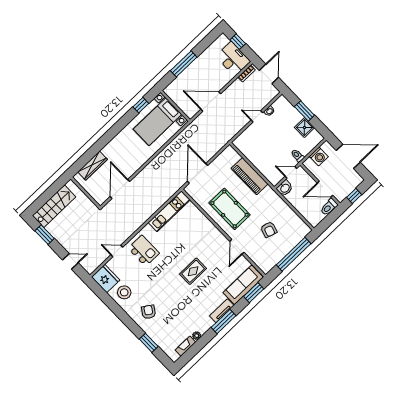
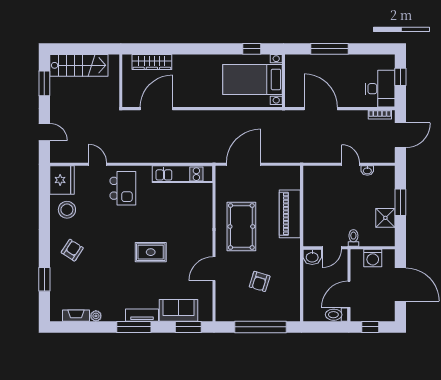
door: (291, 172) -> (332, 248), swing flipped
door: (325, 189) -> (349, 294), hinge flipped
sofa: (243, 285) -> (179, 310), width x0.73

